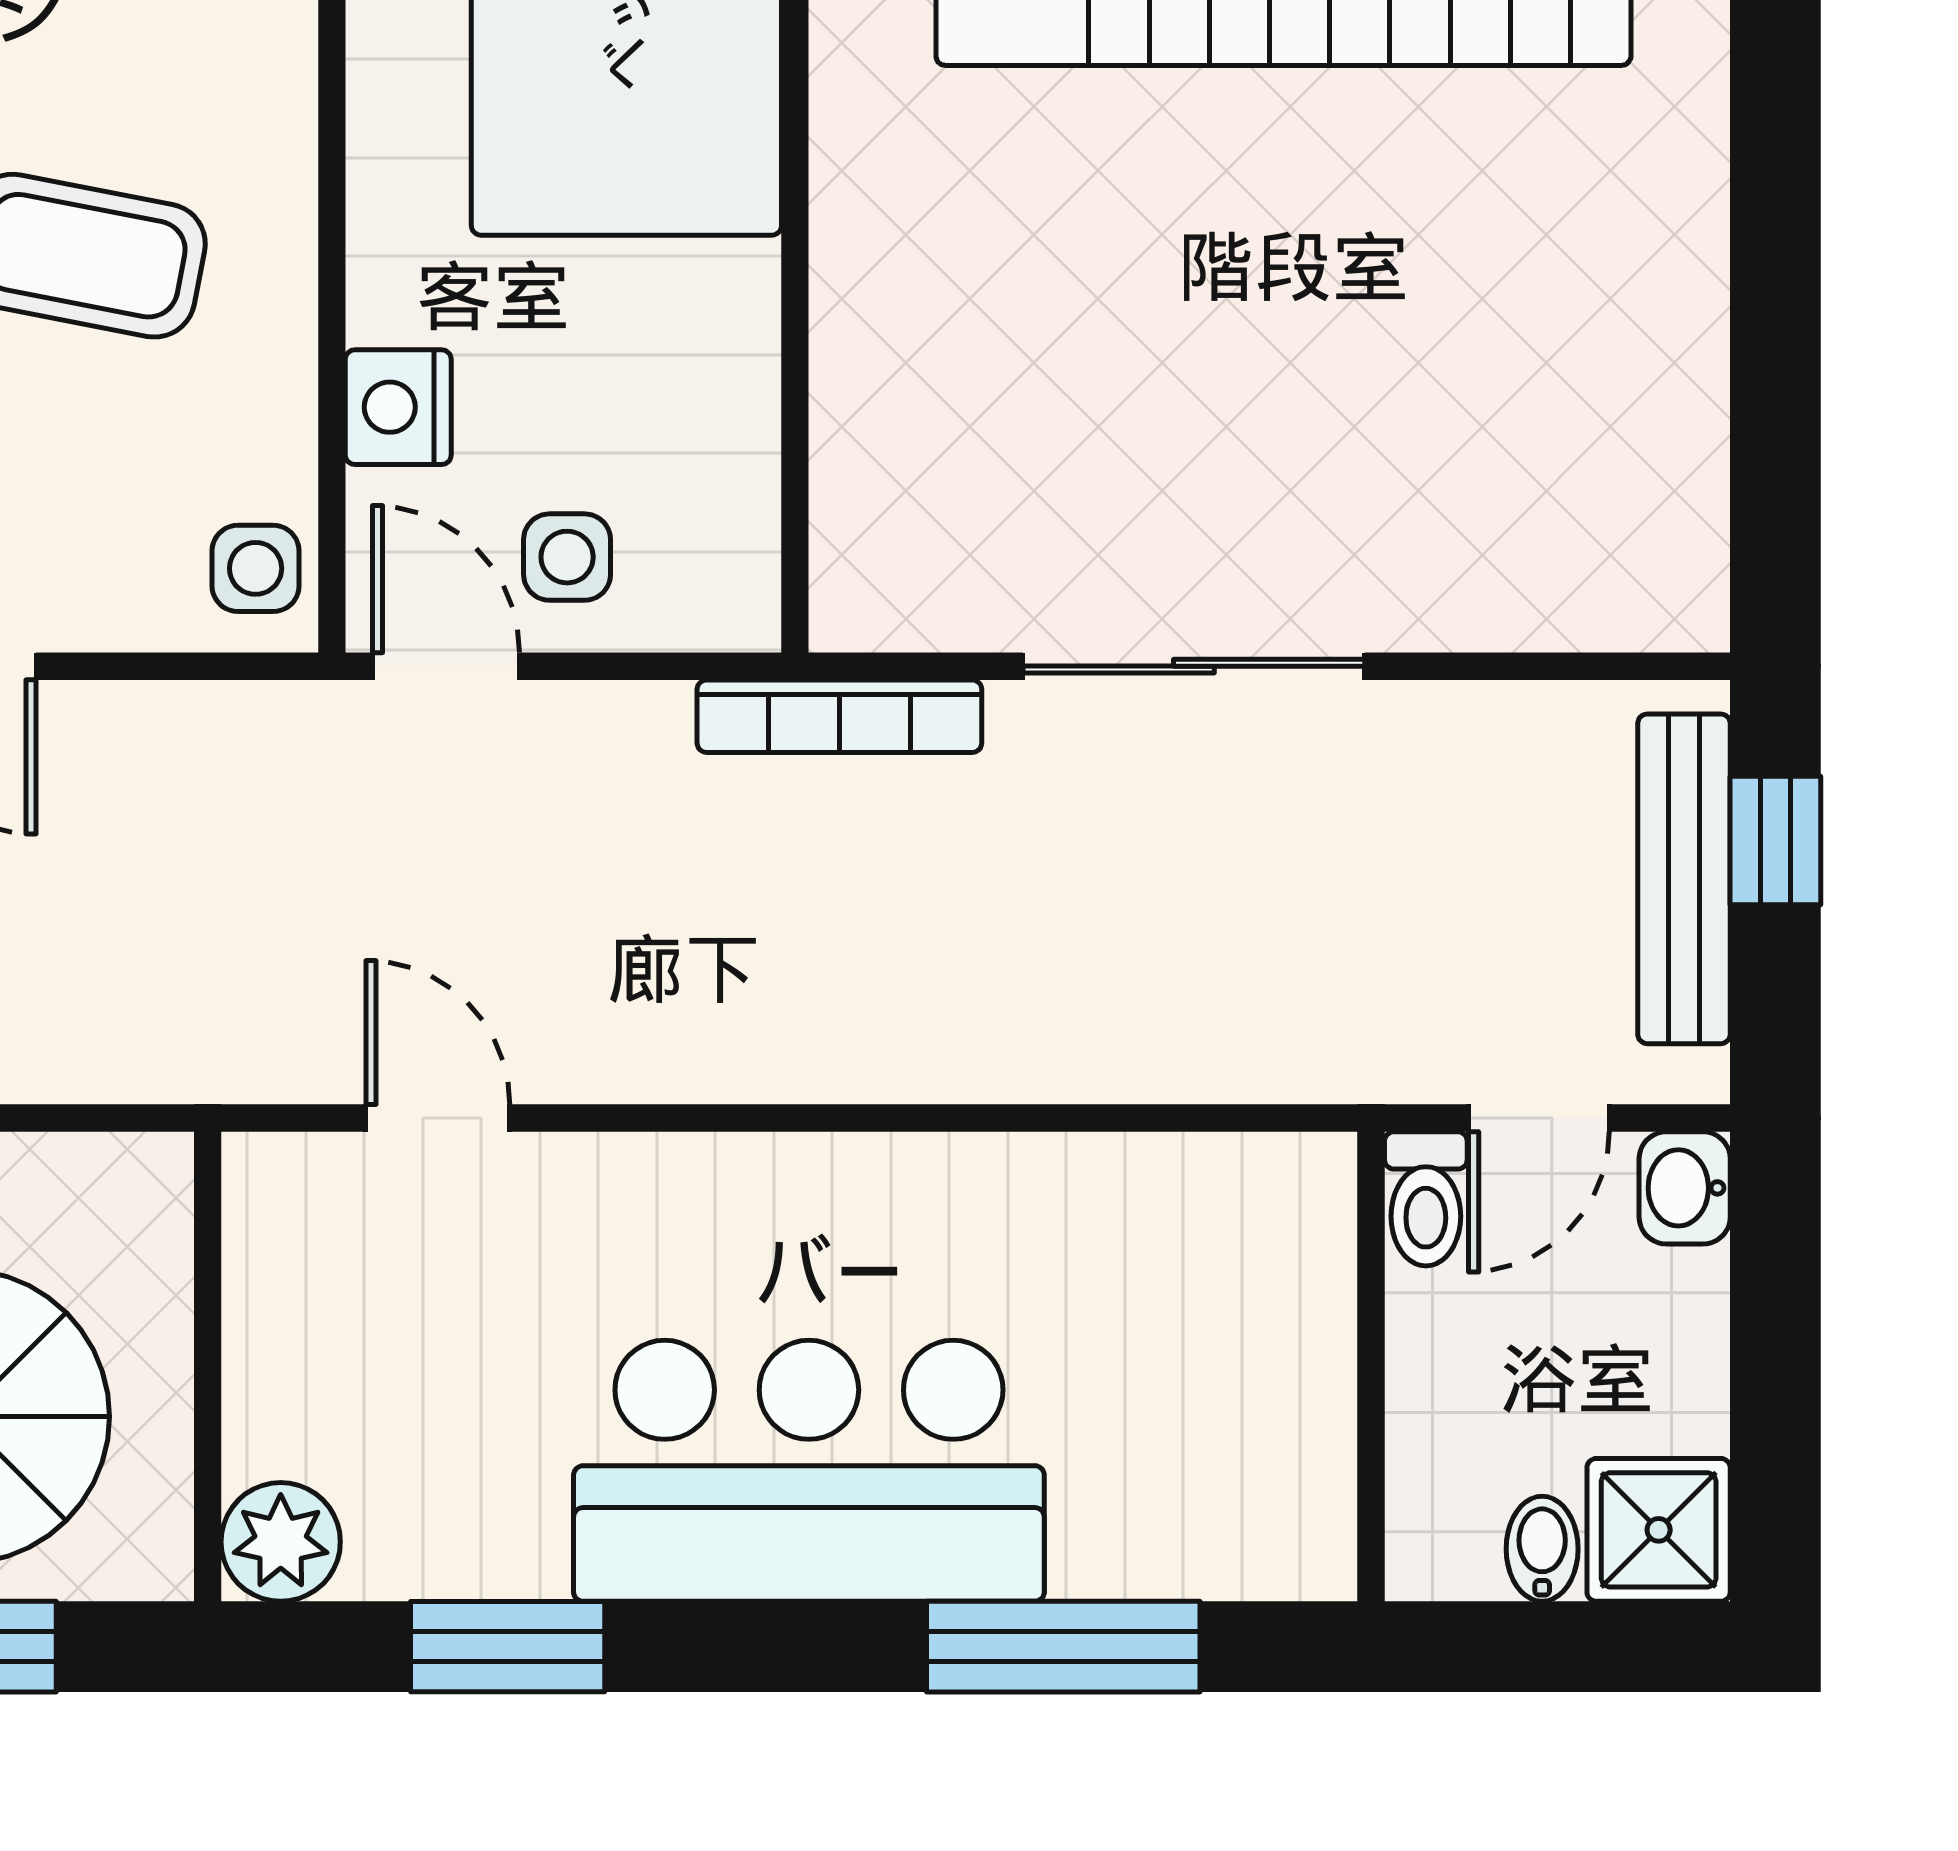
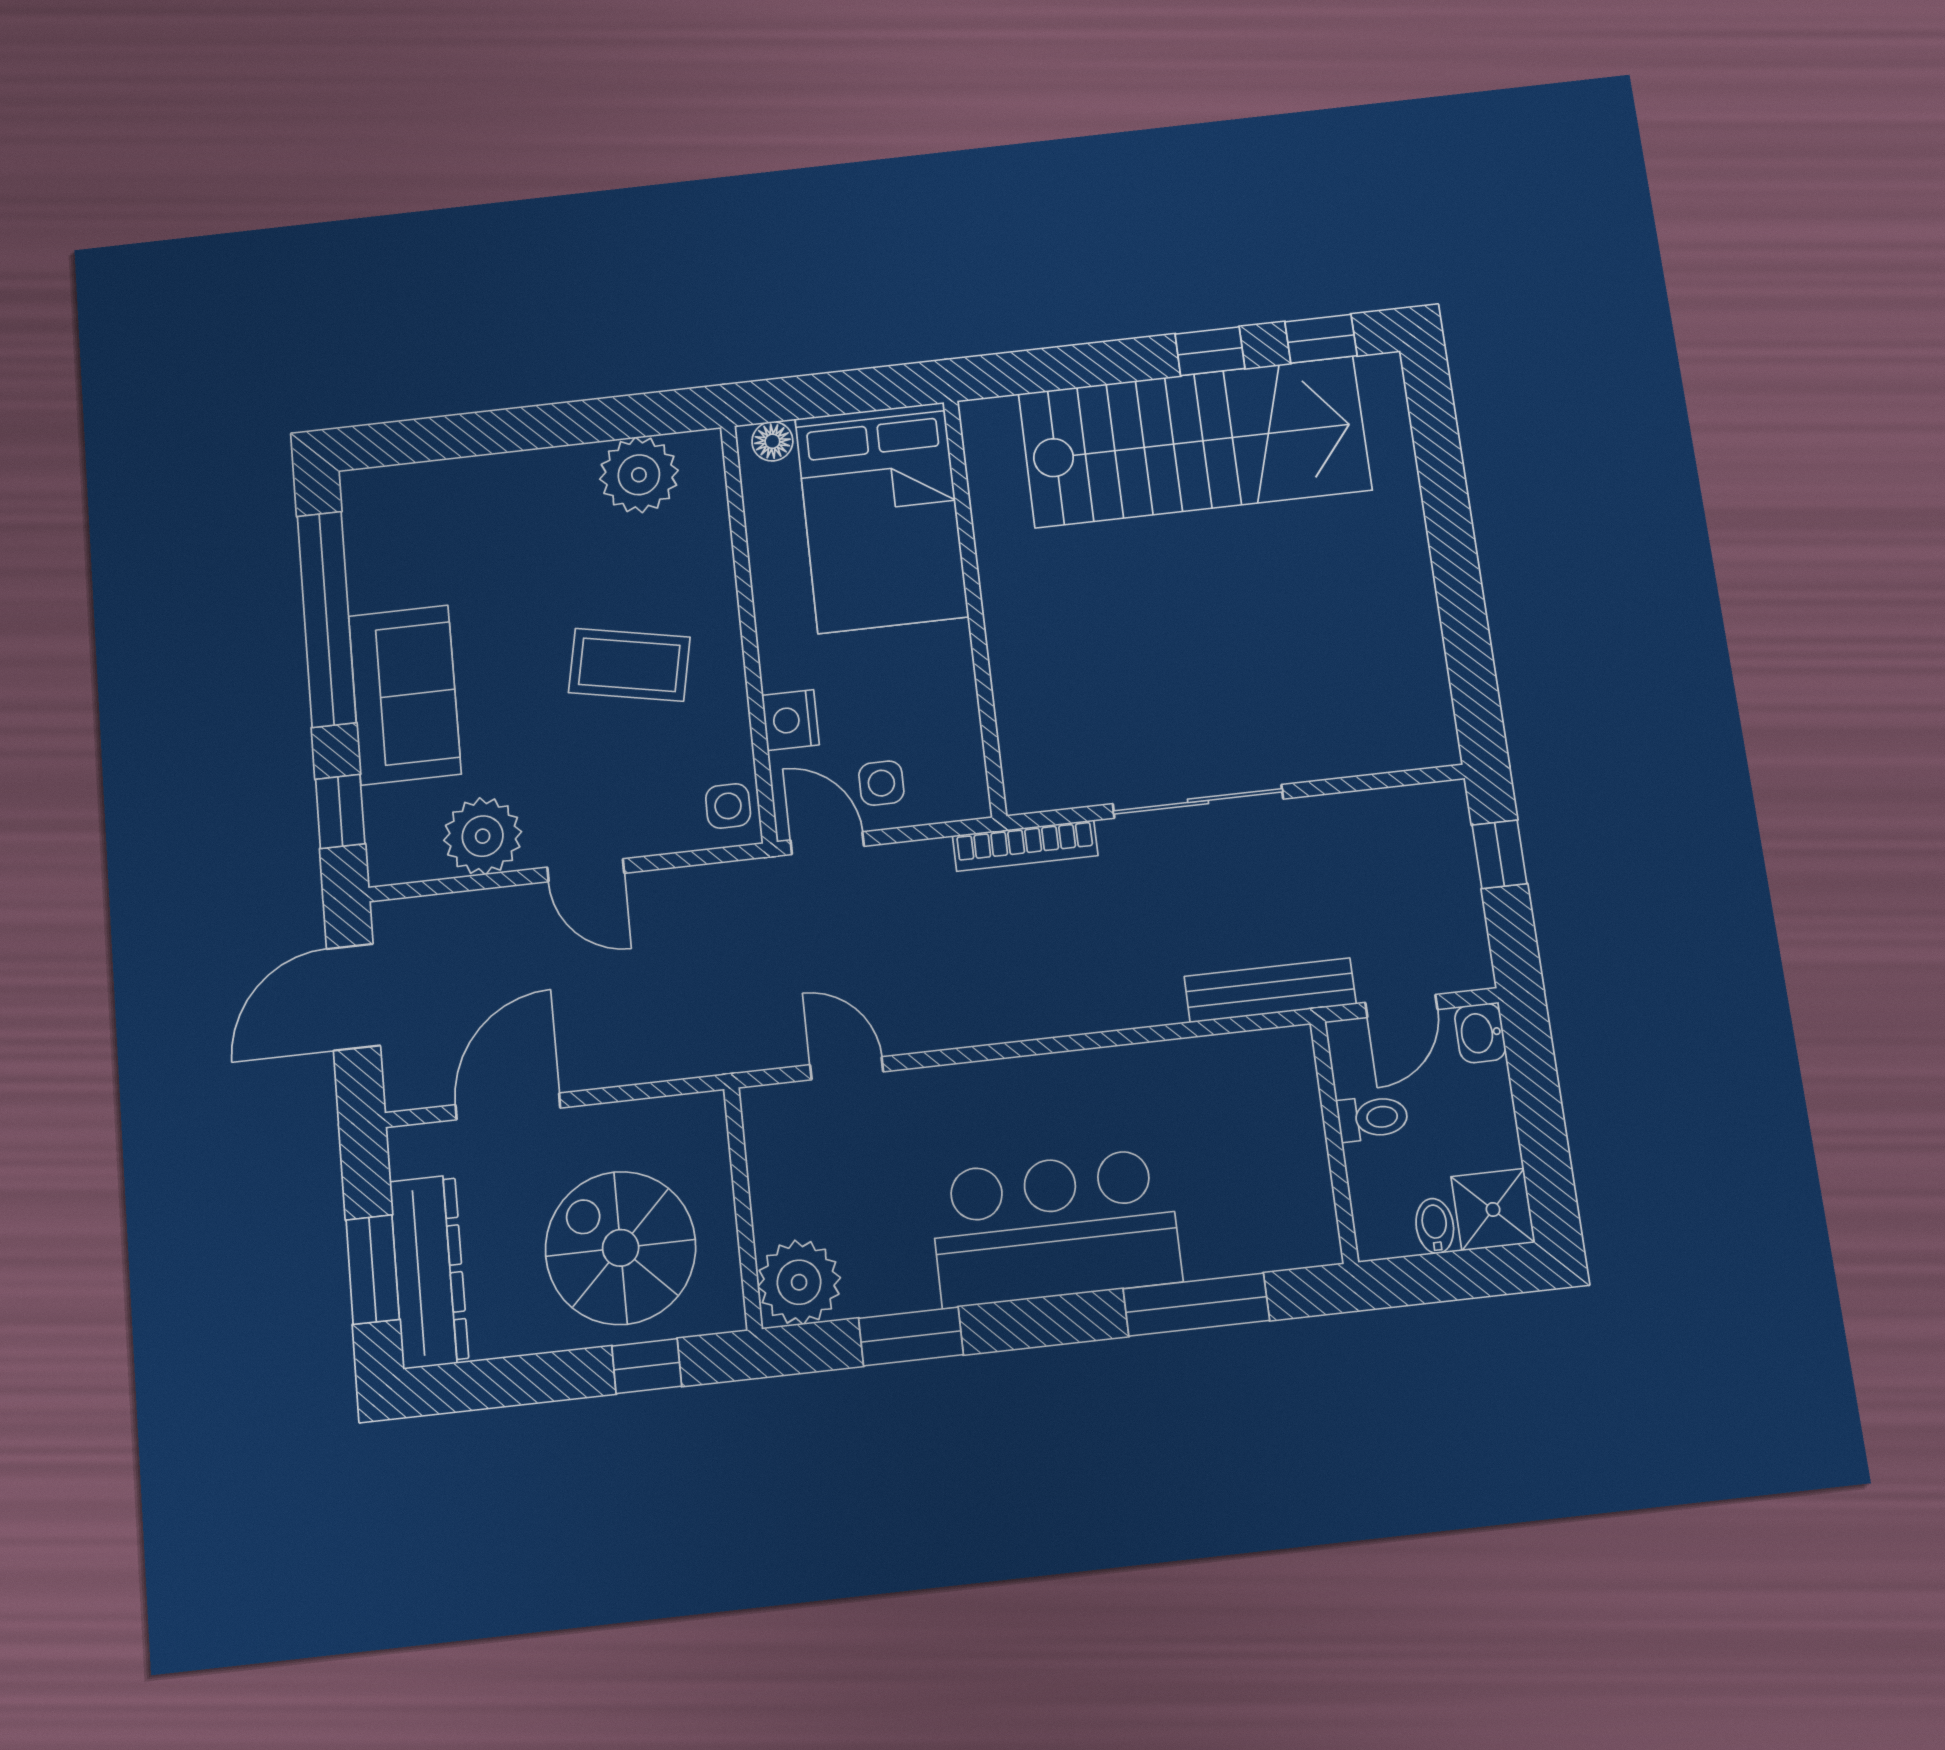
bench: (1684, 879) -> (1270, 990), moved, turned 90
toilet: (1426, 1199) -> (1373, 1118), moved, turned -90
plant: (281, 1542) -> (799, 1282), width x1.36, depth x1.36

